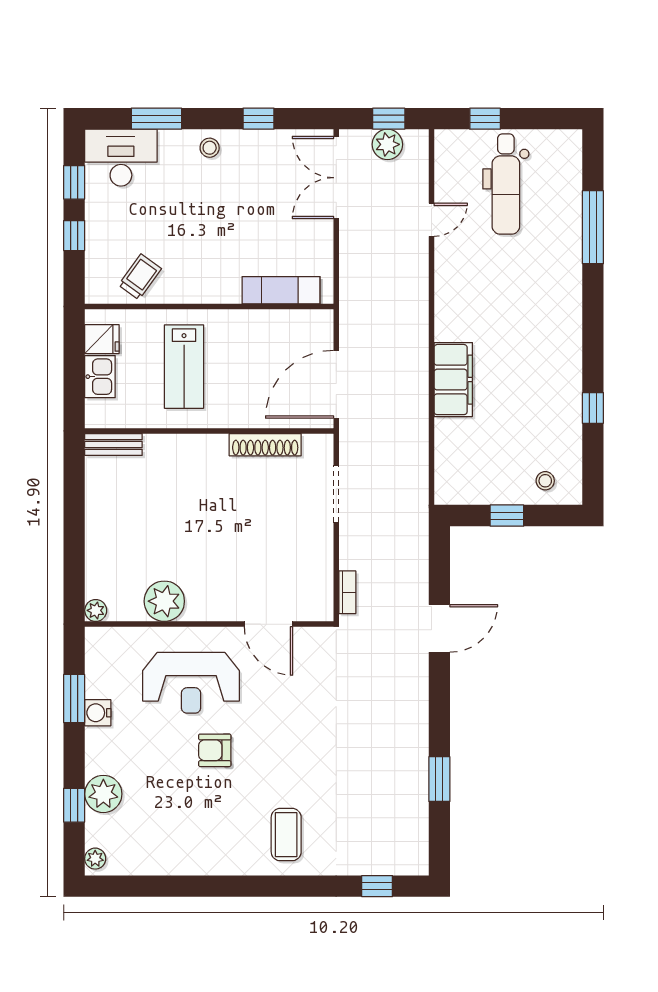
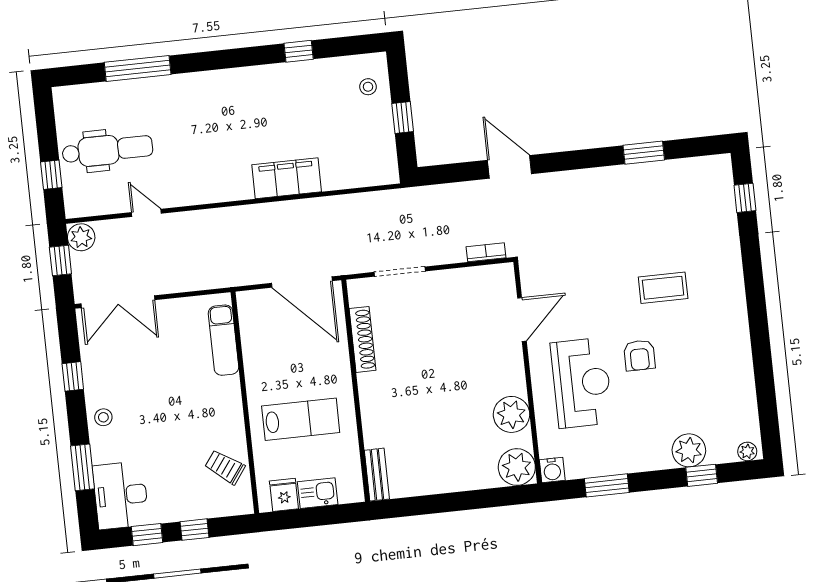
plant: (387, 144) -> (81, 237), moved
plant: (96, 610) -> (517, 467), width x1.88, depth x1.88
water cooler: (98, 713) -> (552, 470), moved
coffee table: (286, 835) -> (663, 288), moved

